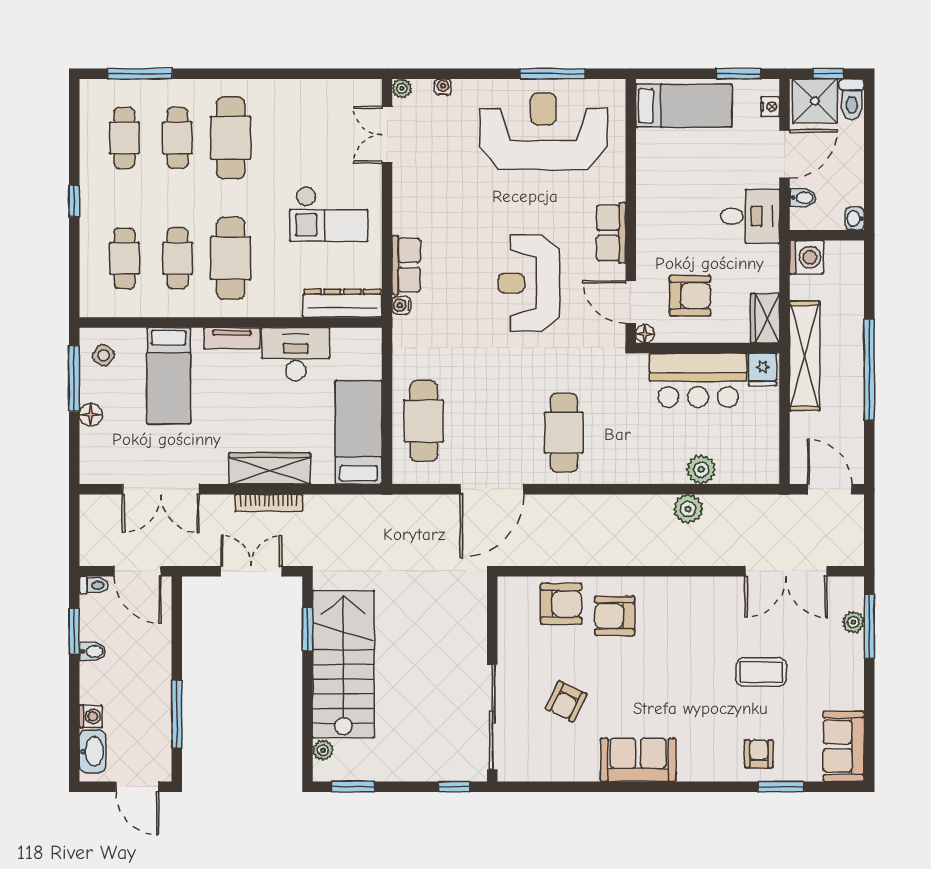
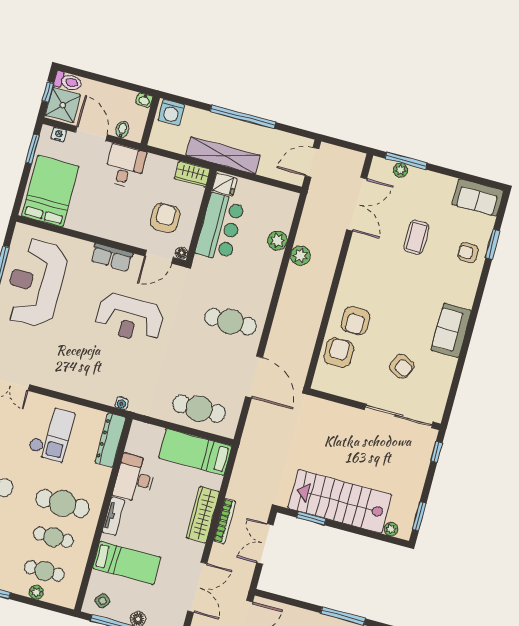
bed: (684, 106) -> (50, 191), width x1.50
plant: (90, 255) -> (36, 592), added
washing machine: (807, 257) -> (171, 112), moved, turned 180
row of seats: (406, 265) -> (97, 393), removed

